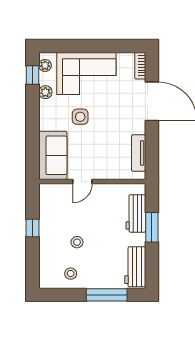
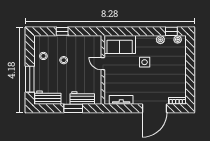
corner sofa: (86, 73) -> (172, 66), removed
window: (32, 228) -> (62, 31), moved

